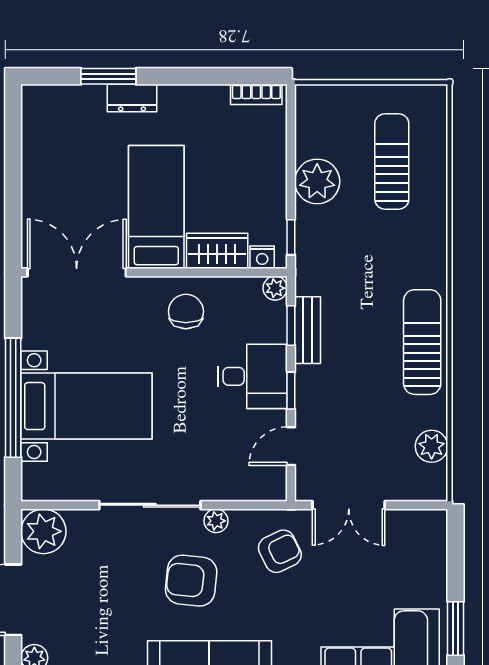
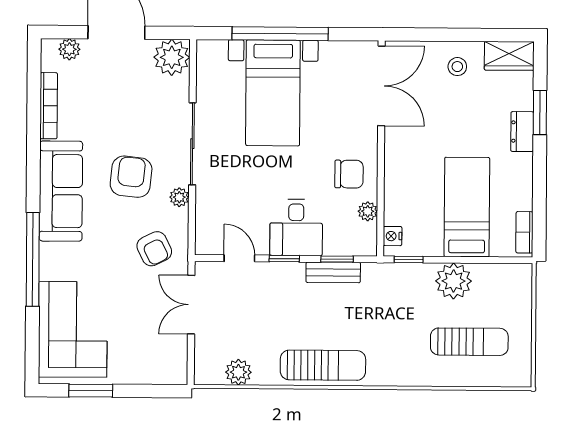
stool: (52, 179) -> (457, 67), added
bed: (156, 207) -> (467, 207), moved, turned -90
wardrobe: (217, 251) -> (509, 56), moved, turned 90
plant: (275, 288) -> (368, 211), moved

